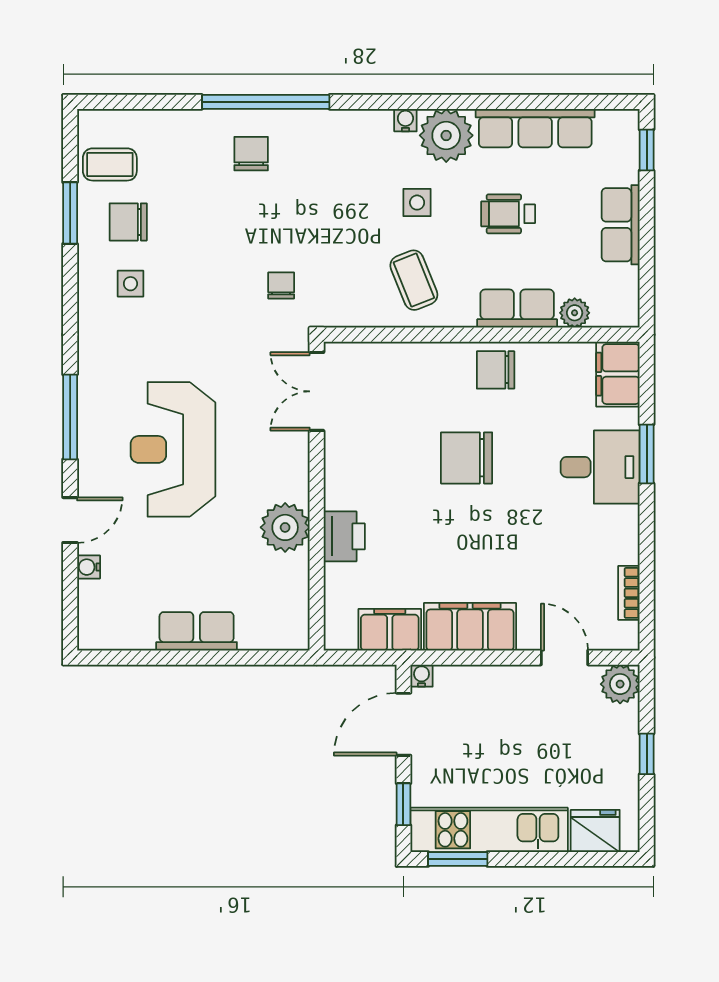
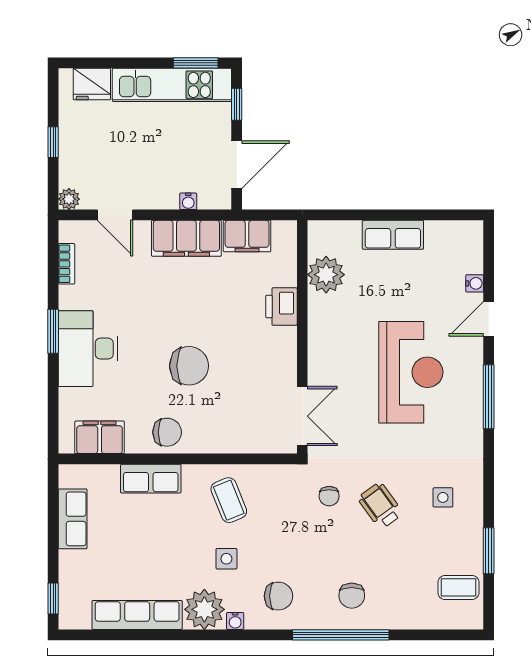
wheelchair: (508, 214) -> (380, 506), moved, turned -126
chair: (128, 222) -> (278, 596), moved
row of seats: (621, 225) -> (73, 519), moved
plant: (575, 313) -> (107, 475), removed
filing cabinet: (618, 374) -> (100, 437), moved, turned -90
window: (647, 454) -> (53, 331), moved
desk: (600, 467) -> (88, 349), width x1.37
plant: (285, 527) -> (326, 275), moved
water cooler: (422, 676) -> (188, 201), moved
plant: (620, 684) -> (69, 199), width x0.73, depth x0.73

